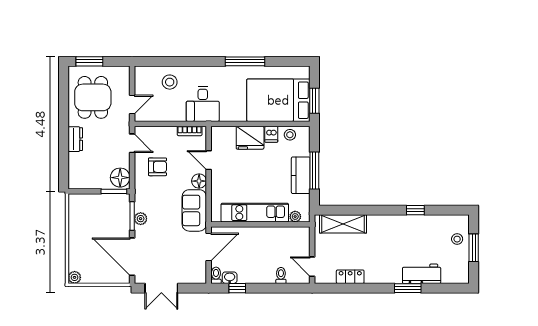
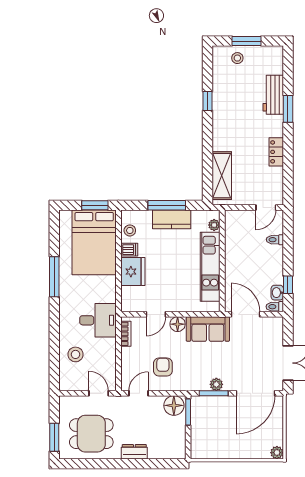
locker: (350, 277) -> (276, 152), moved

